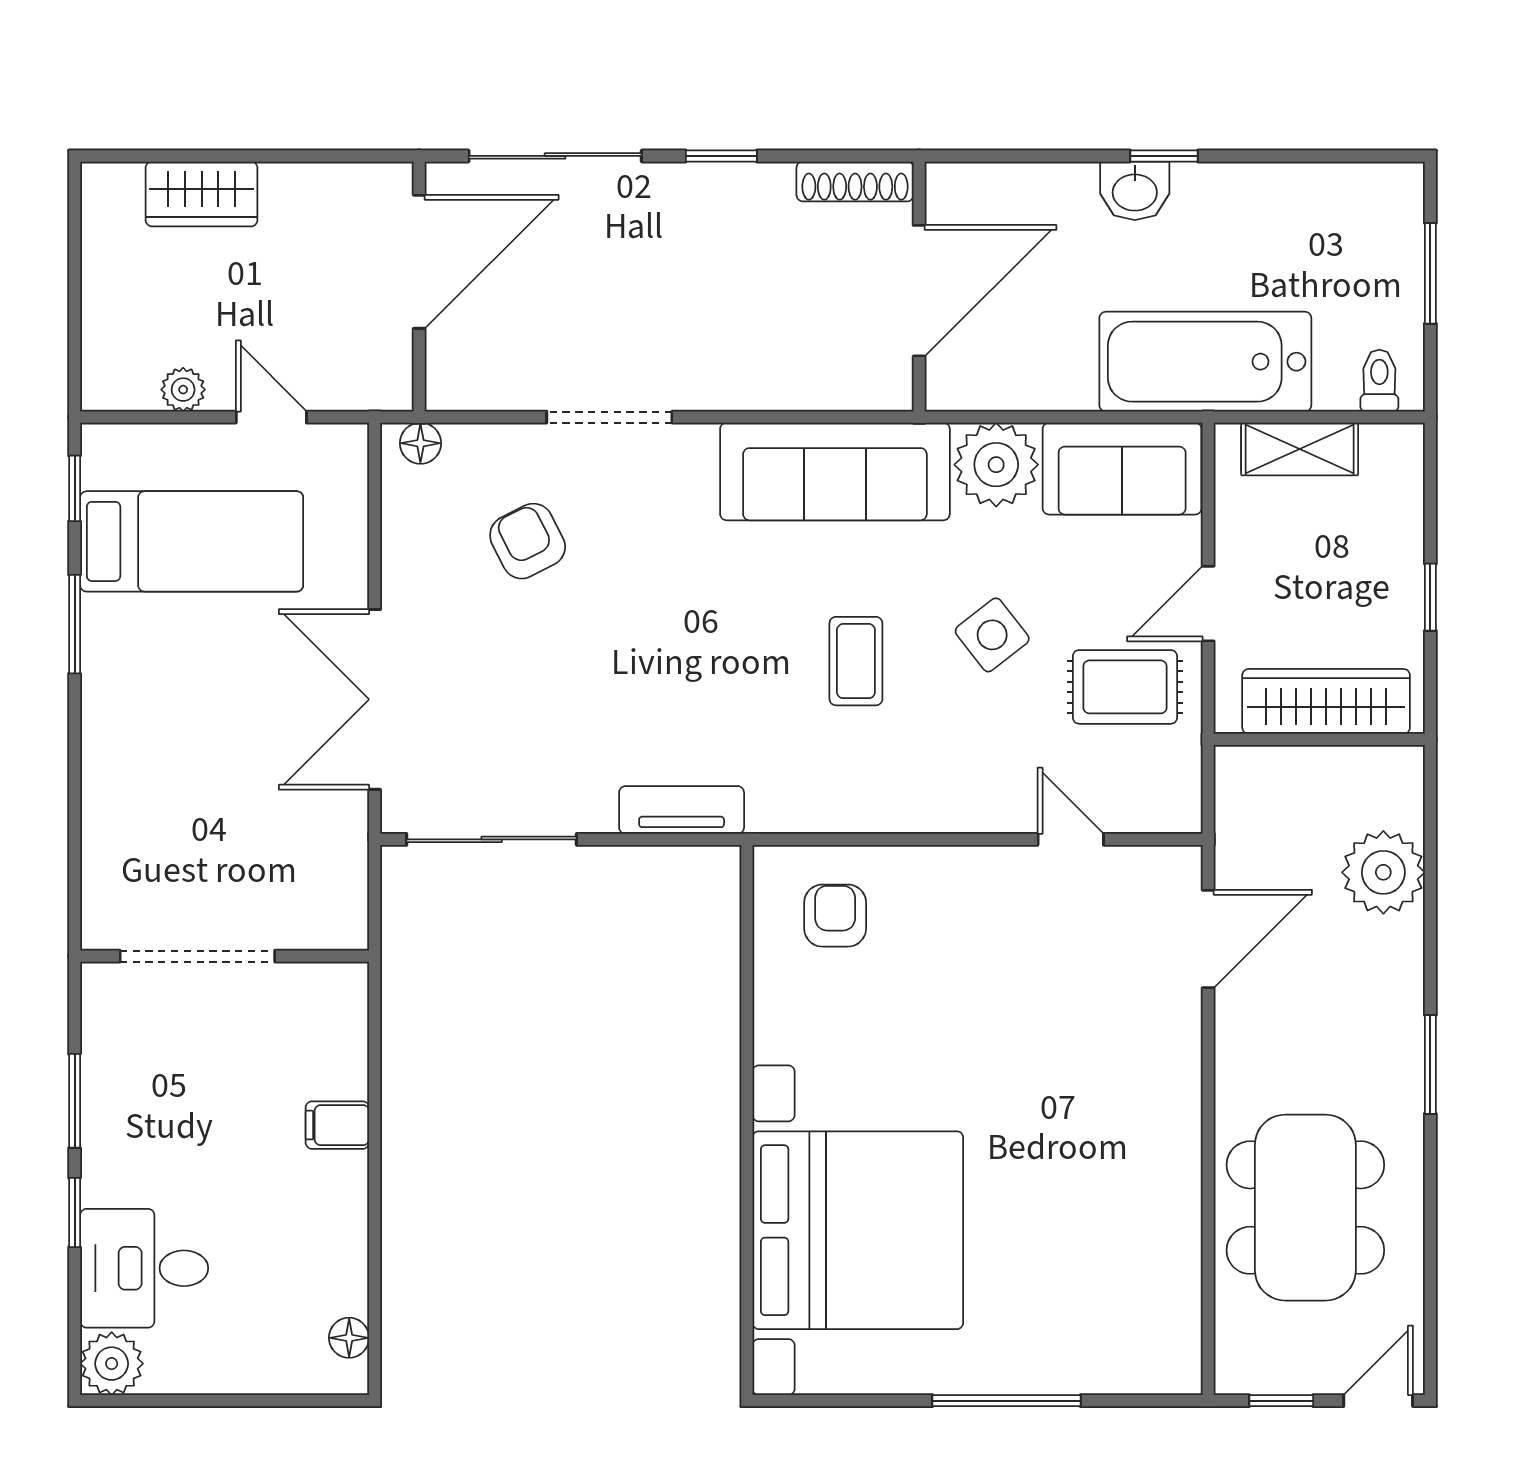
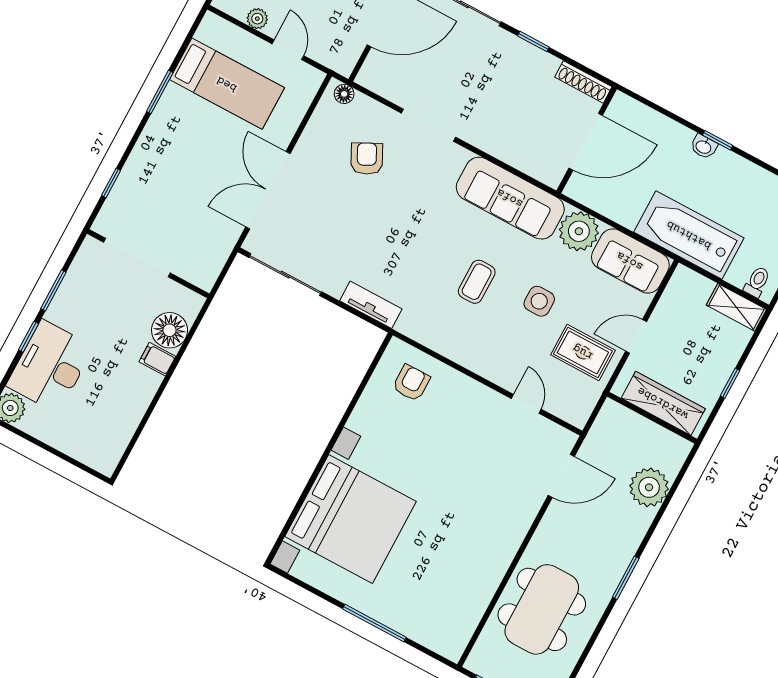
washbasin: (1135, 191) -> (704, 147), width x0.72, depth x0.69
shelving: (1300, 449) -> (736, 307), moved
window: (75, 488) -> (111, 183), moved
side table: (992, 635) -> (539, 301), turned 38
desk: (144, 1268) -> (50, 366), width x1.37
floor lamp: (349, 1338) -> (170, 330), moved, width x1.89, depth x1.89

